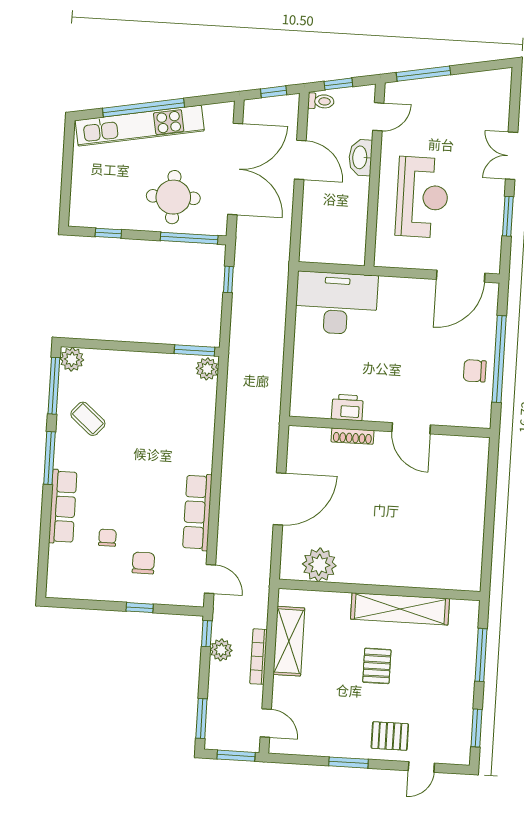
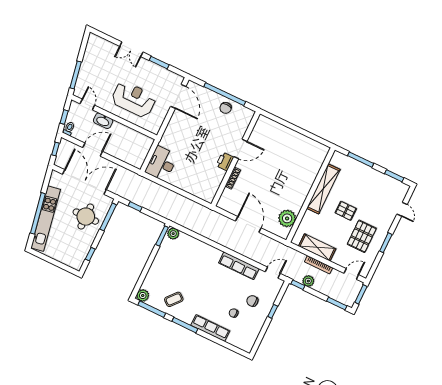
desk: (336, 303) -> (162, 164), width x0.73, depth x0.77
printer: (347, 407) -> (225, 161), moved
pallet: (390, 736) -> (362, 236), moved, width x1.50, depth x1.42

